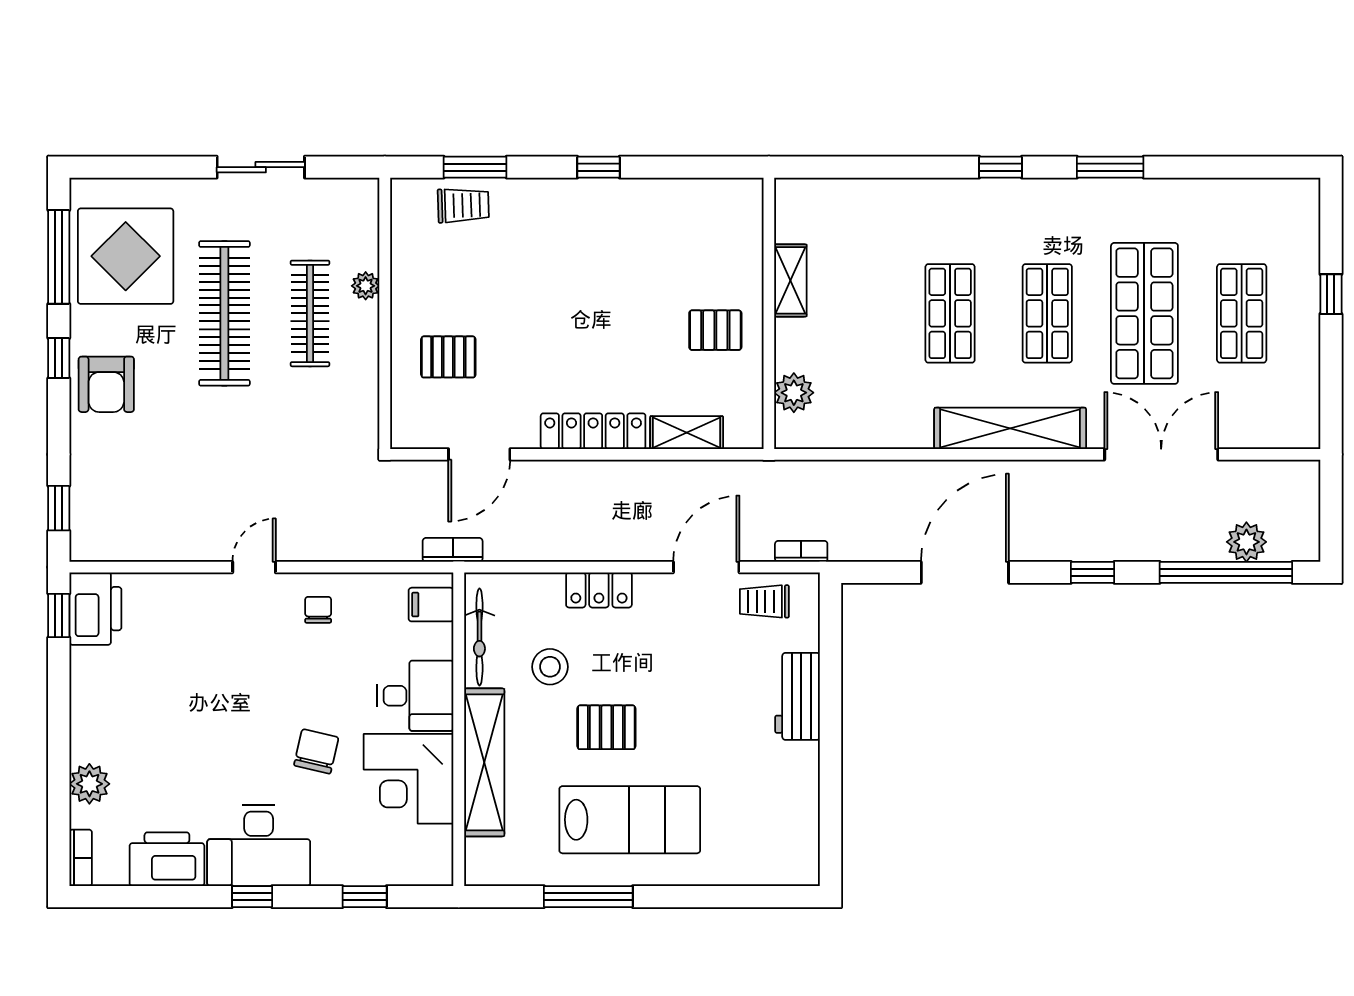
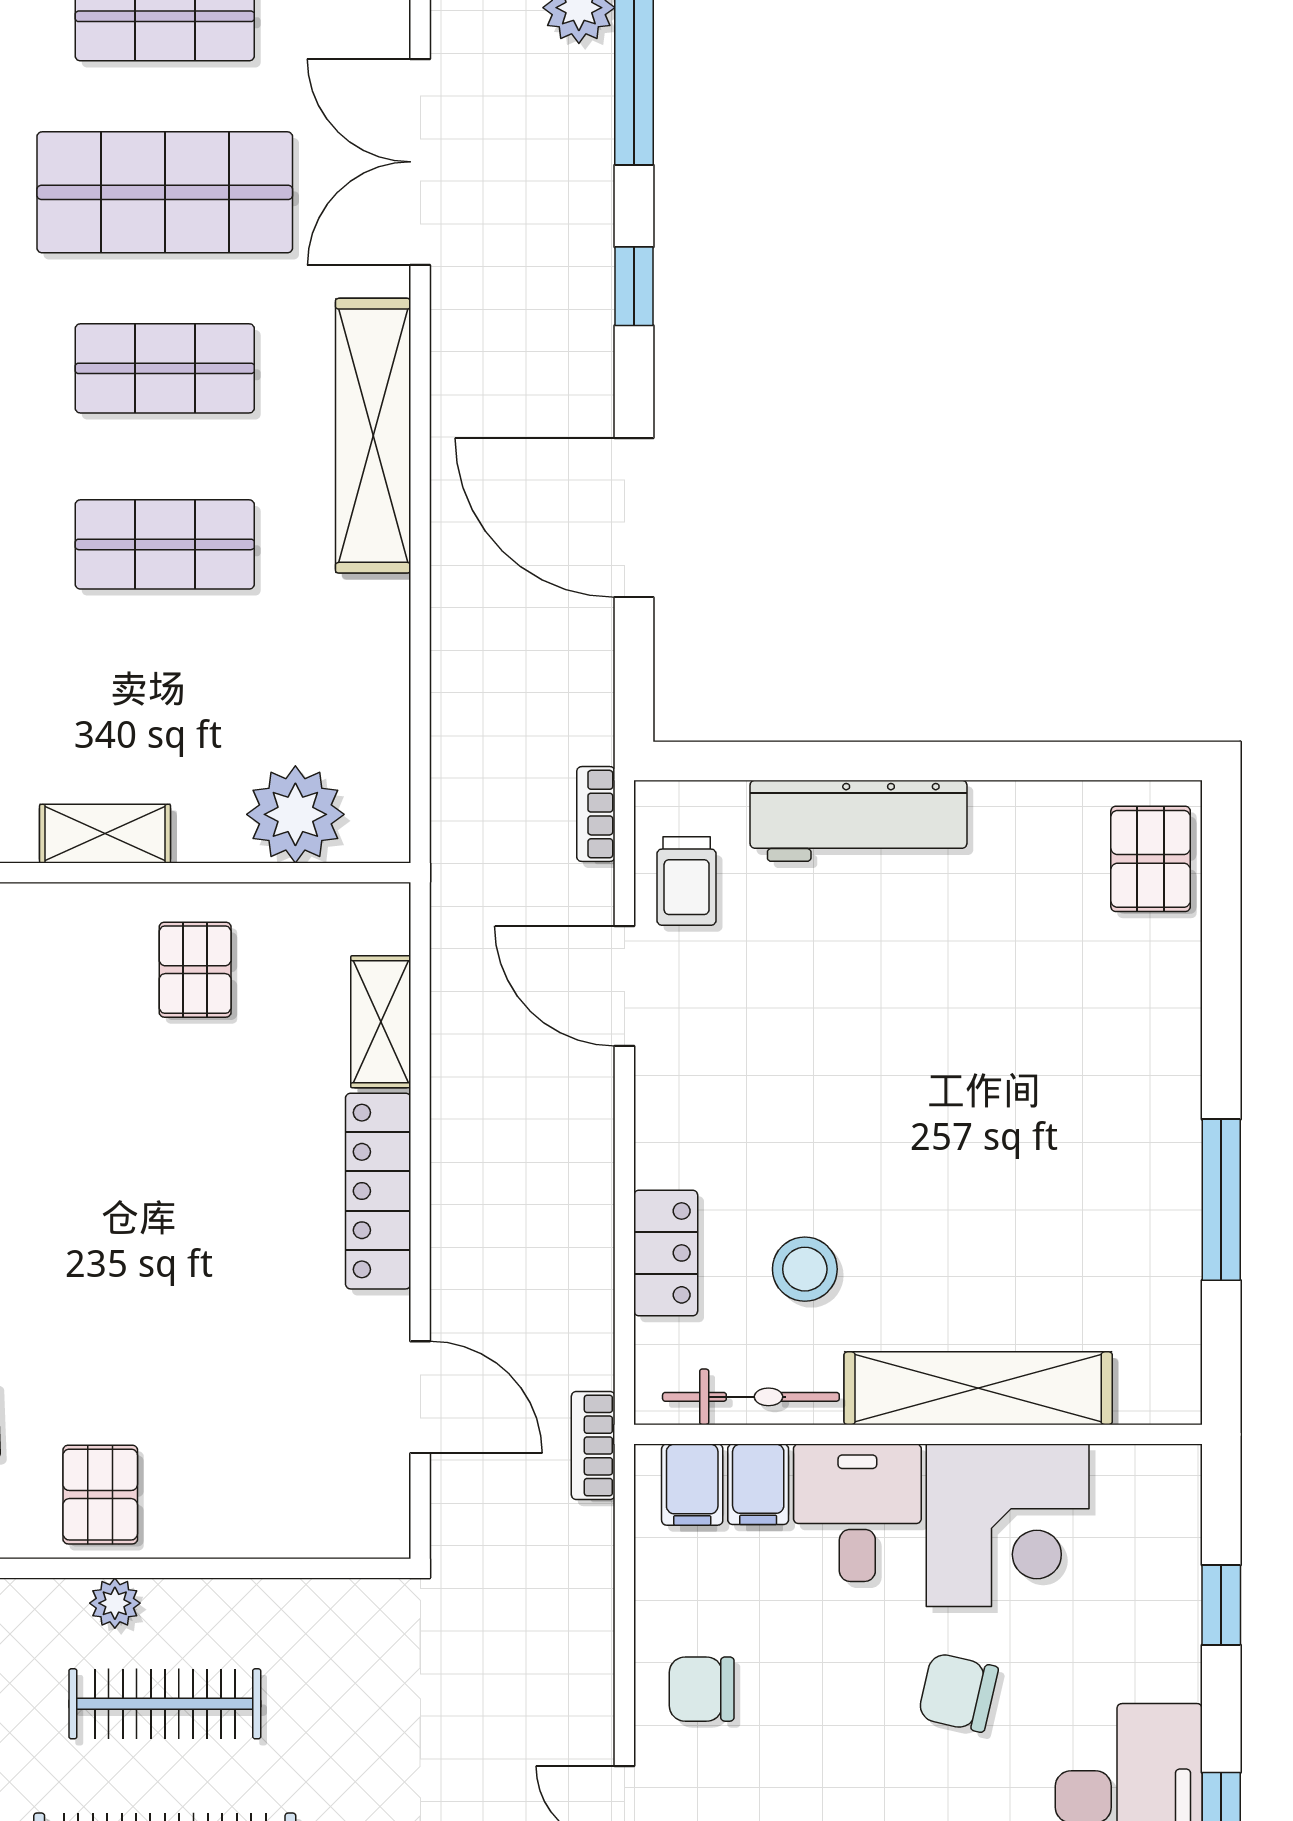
pallet: (448, 357) -> (100, 1495), moved
plant: (794, 393) -> (295, 814), width x1.36, depth x1.36
locker: (599, 590) -> (666, 1253), moved
chair: (318, 610) -> (702, 1689), width x1.37, depth x1.37
filing cabinet: (431, 641) -> (758, 1484), added
workbench: (798, 696) -> (858, 821), width x1.38
pallet: (606, 727) -> (1151, 859), moved
lab bench: (630, 820) -> (1082, 1125), removed

